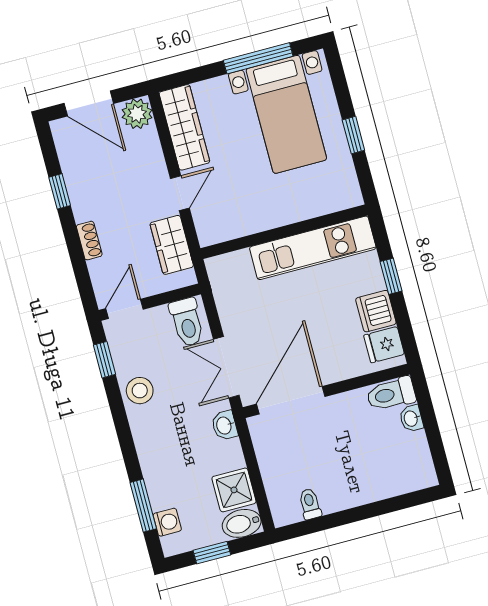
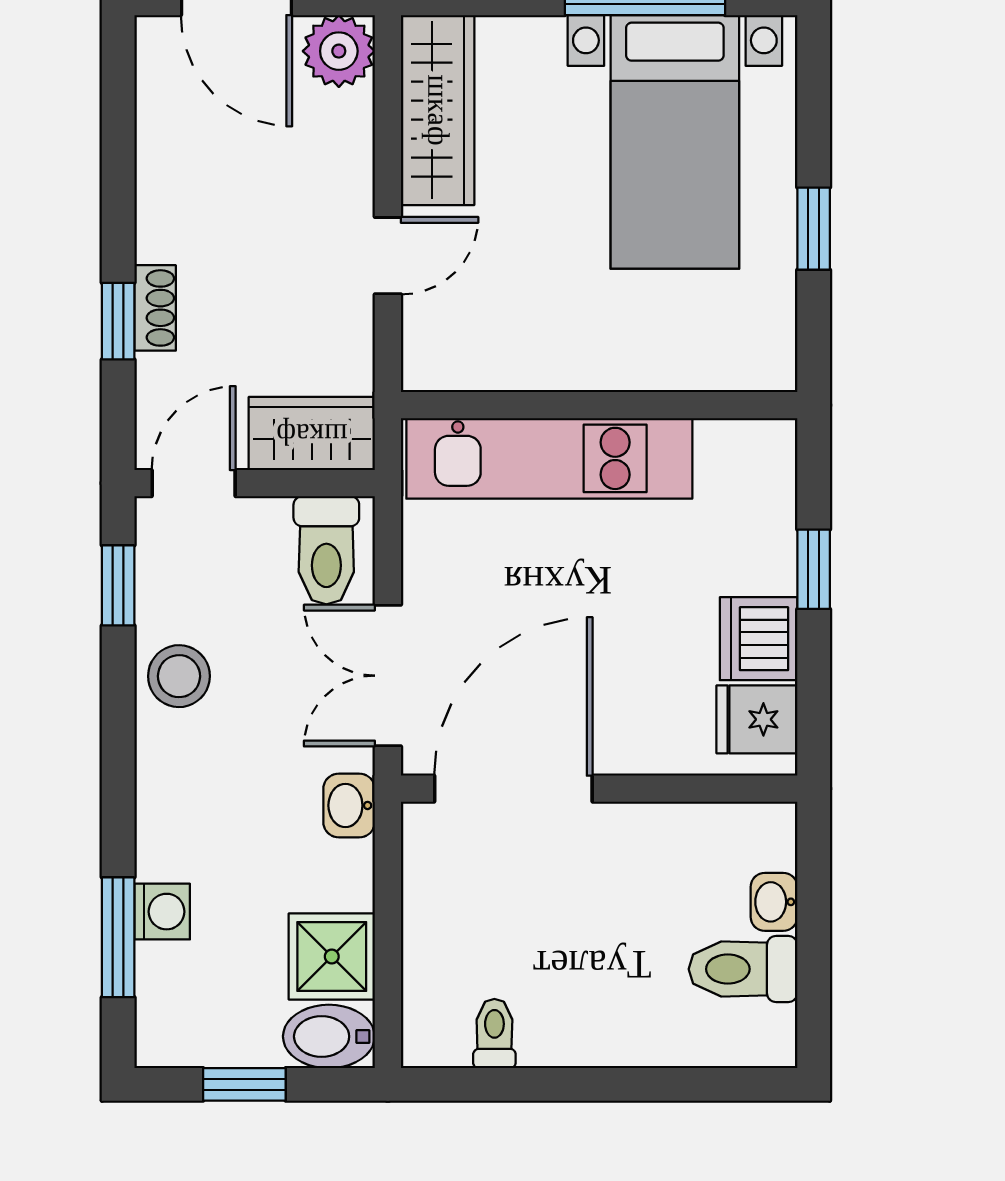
window: (60, 191) -> (118, 321), moved
wardrobe: (172, 245) -> (312, 434), moved, turned 90
kitchen unit: (313, 248) -> (549, 458), moved
toilet: (391, 394) -> (743, 969), moved
washing machine: (167, 522) -> (162, 912), moved

